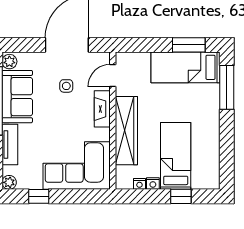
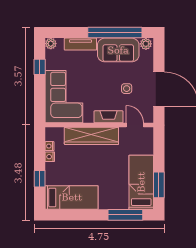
bed: (176, 156) -> (72, 197), moved

